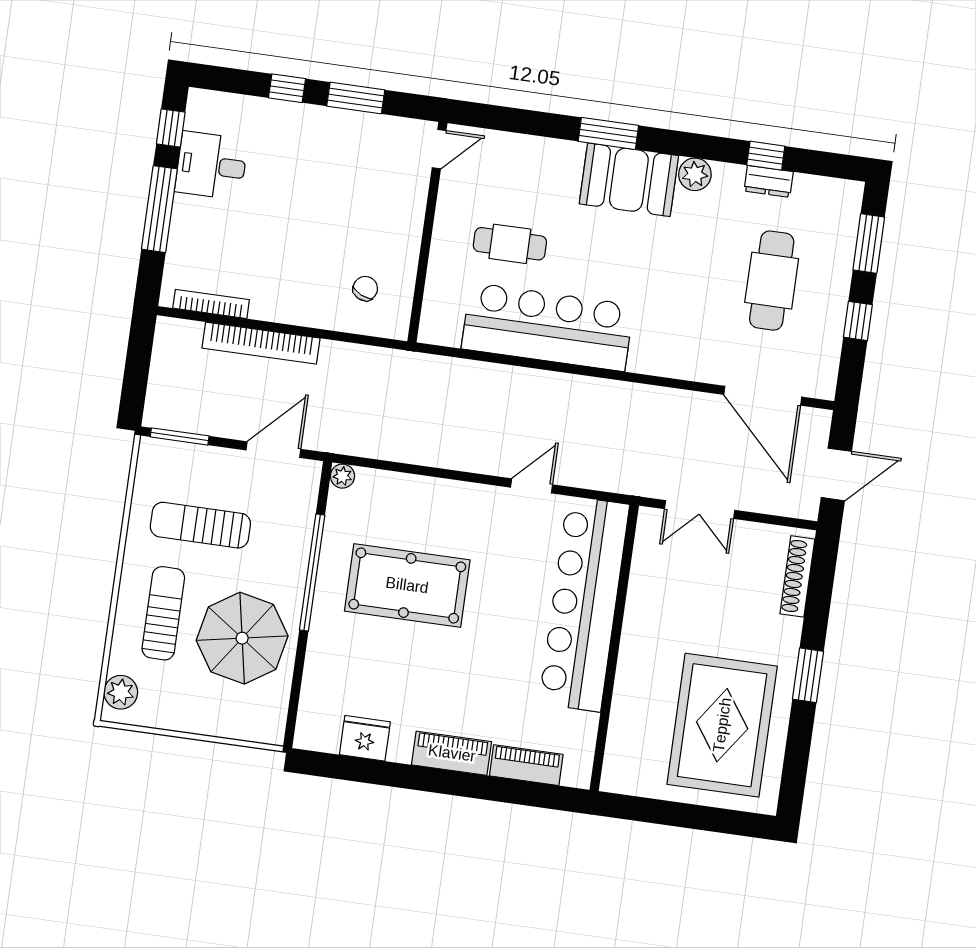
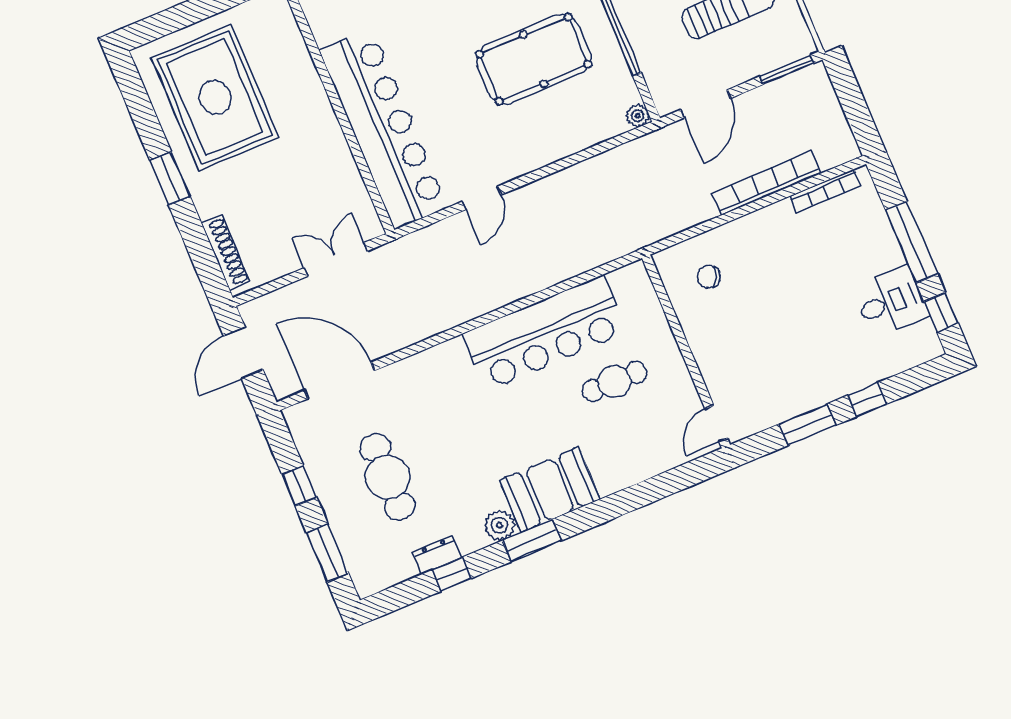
window: (608, 133) -> (532, 541), moved
chair: (365, 289) -> (709, 277), turned 91

